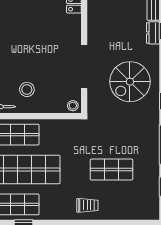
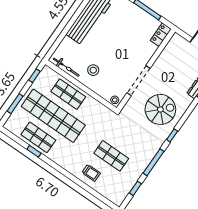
spiral stairs: (130, 82) -> (160, 109), turned 180
trolley: (87, 205) -> (91, 173), moved

